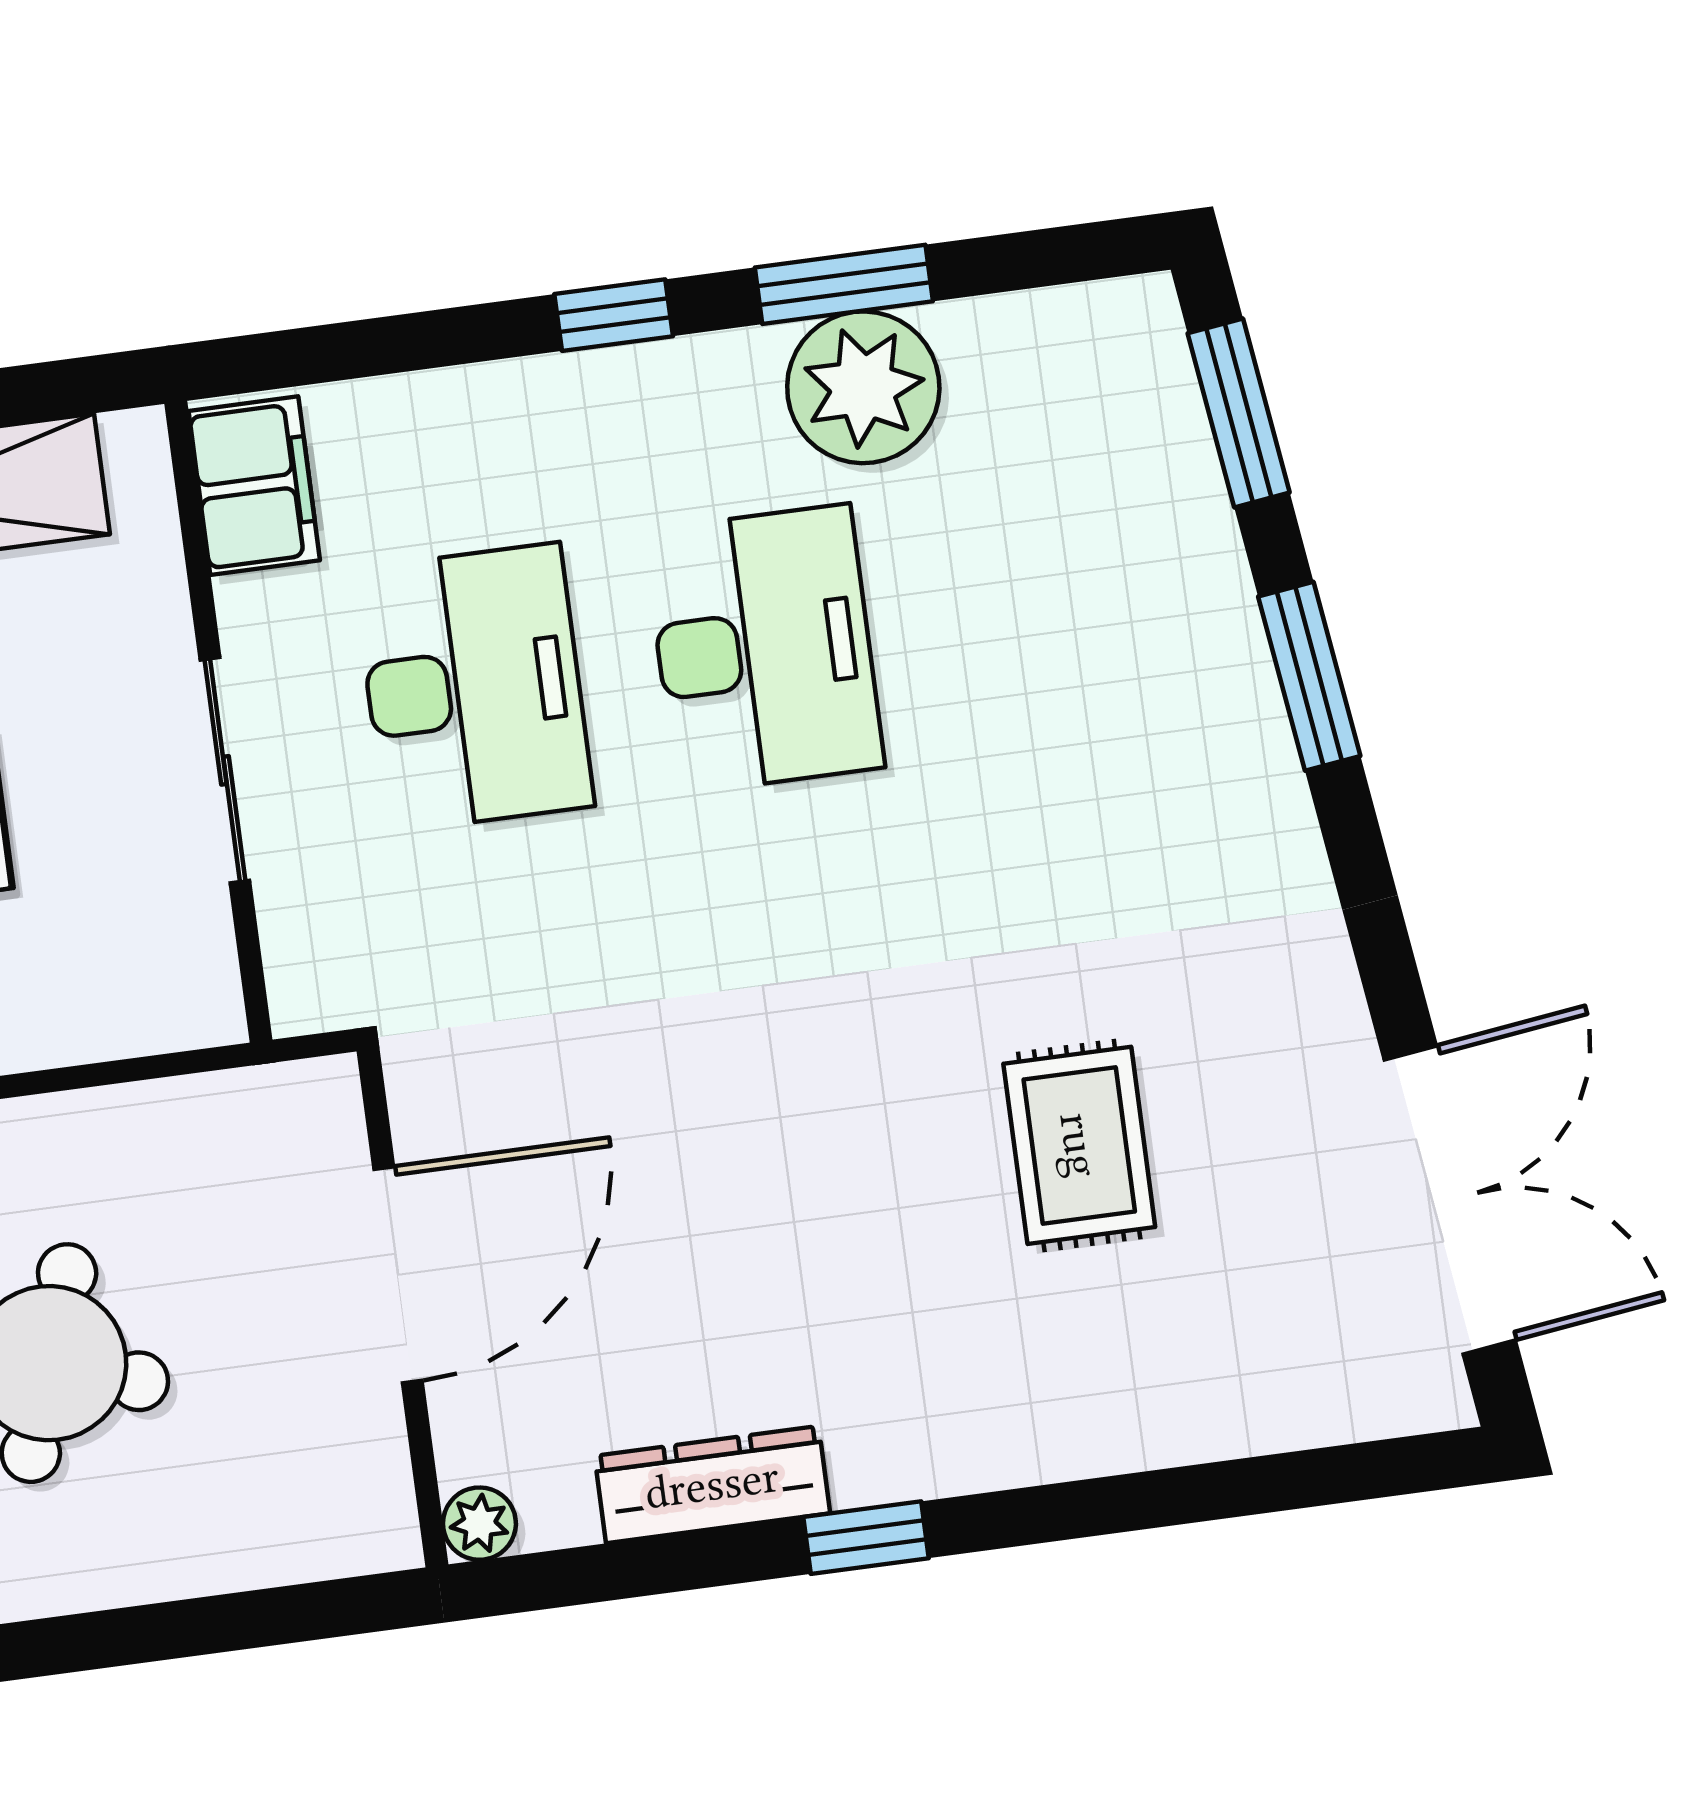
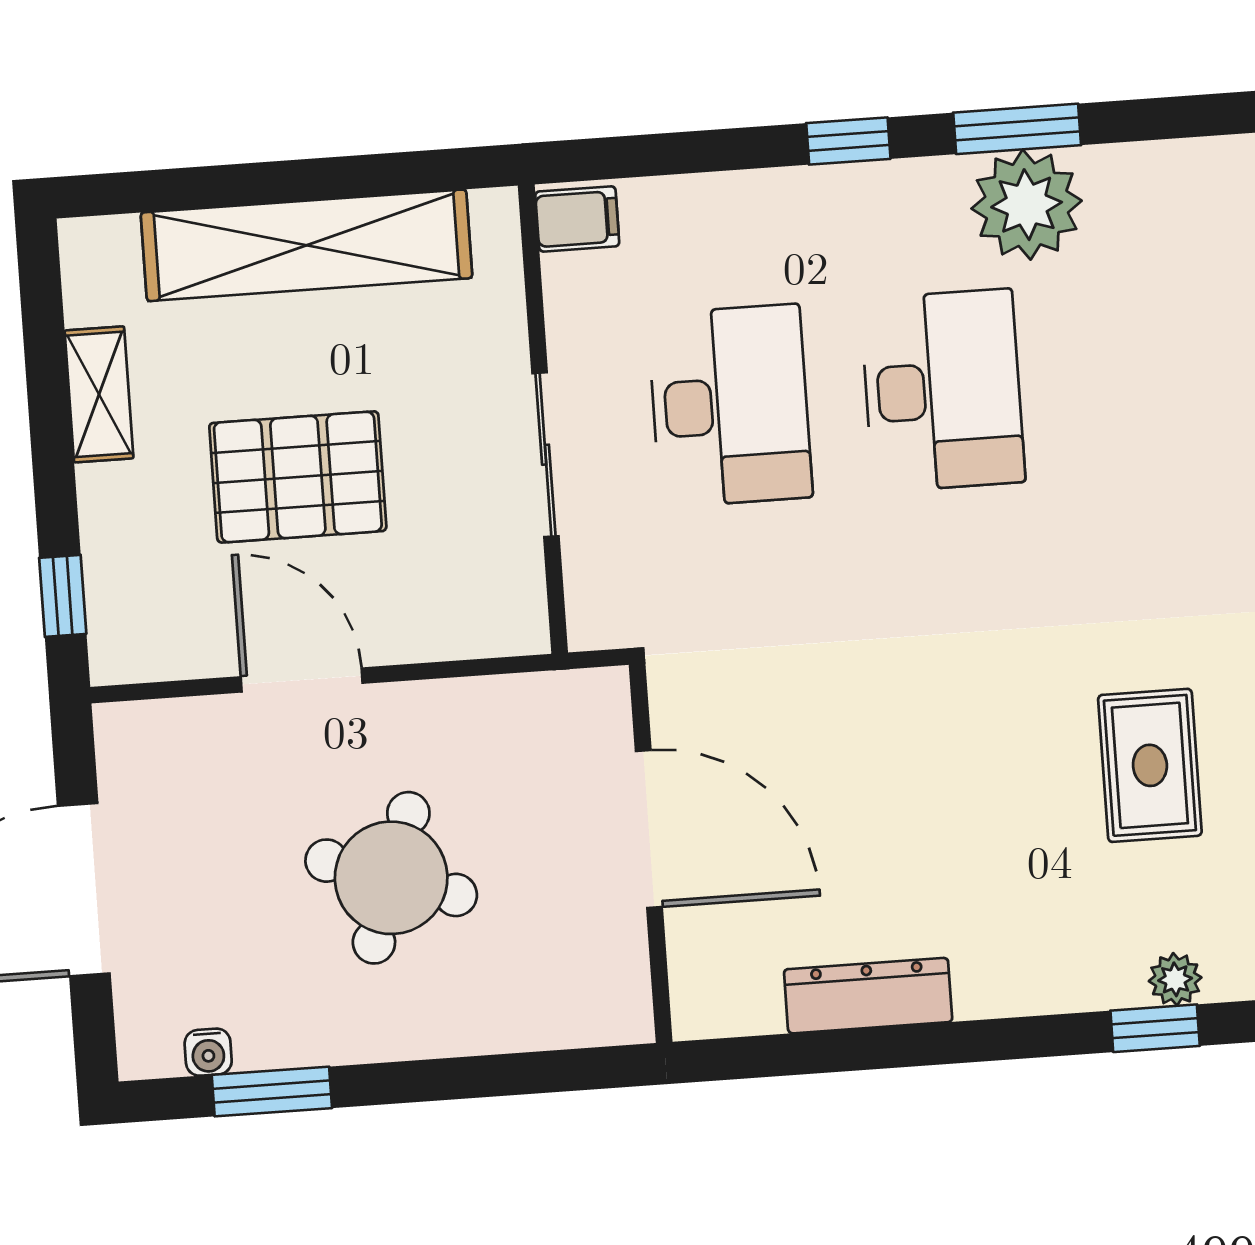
filing cabinet: (254, 486) -> (577, 219), width x0.50
door: (398, 1275) -> (649, 829), hinge flipped
plant: (479, 1524) -> (1175, 979), moved
window: (866, 1538) -> (1155, 1028), moved

